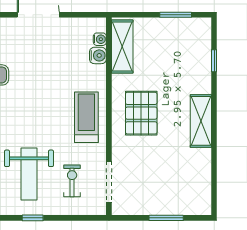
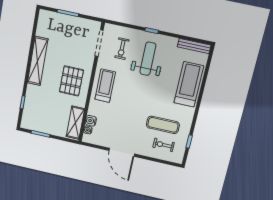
treadmill: (86, 117) -> (105, 86), turned 180
shelving: (201, 121) -> (38, 61), width x1.47

